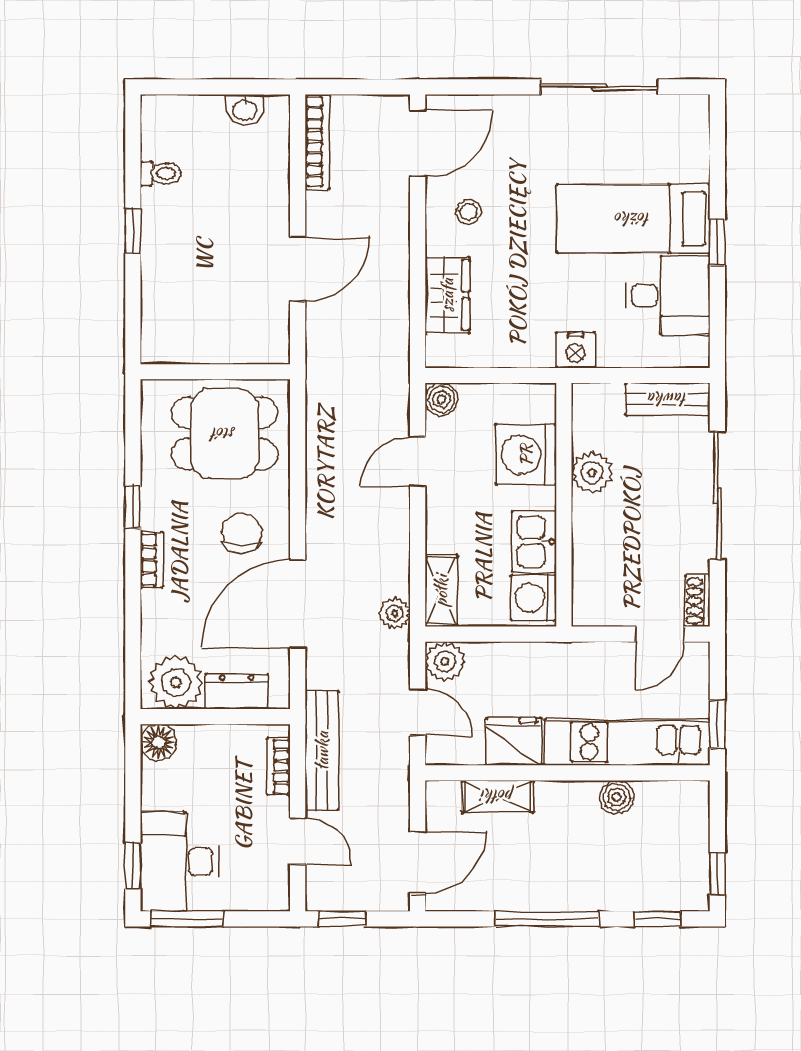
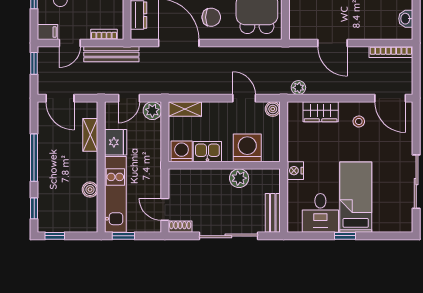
plant: (395, 613) -> (298, 88), moved
filing cabinet: (274, 889) -> (48, 32), added

